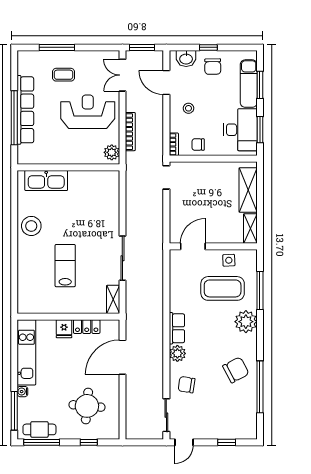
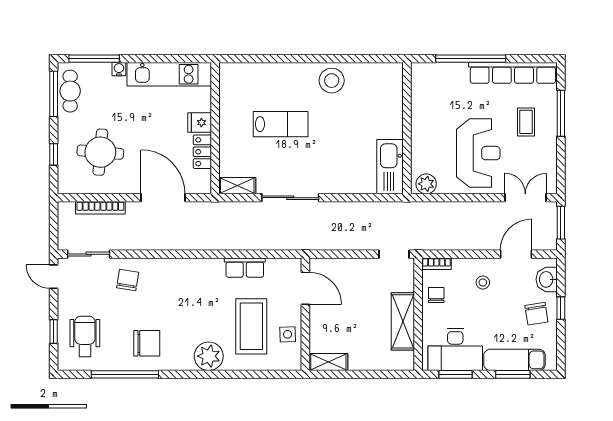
chair: (213, 67) -> (536, 314), turned -98
row of seats: (25, 110) -> (513, 73), moved
bookcase: (130, 132) -> (100, 208), moved
kitchen sink: (46, 181) -> (390, 167), moved
shelving: (248, 190) -> (403, 321), moved, turned 90
window: (260, 291) -> (249, 374), removed
row of seats: (177, 328) -> (245, 268), moved
plant: (177, 353) -> (168, 268), removed
chair: (236, 370) -> (147, 343), turned -62
wheelchair: (230, 418) -> (85, 336), added

